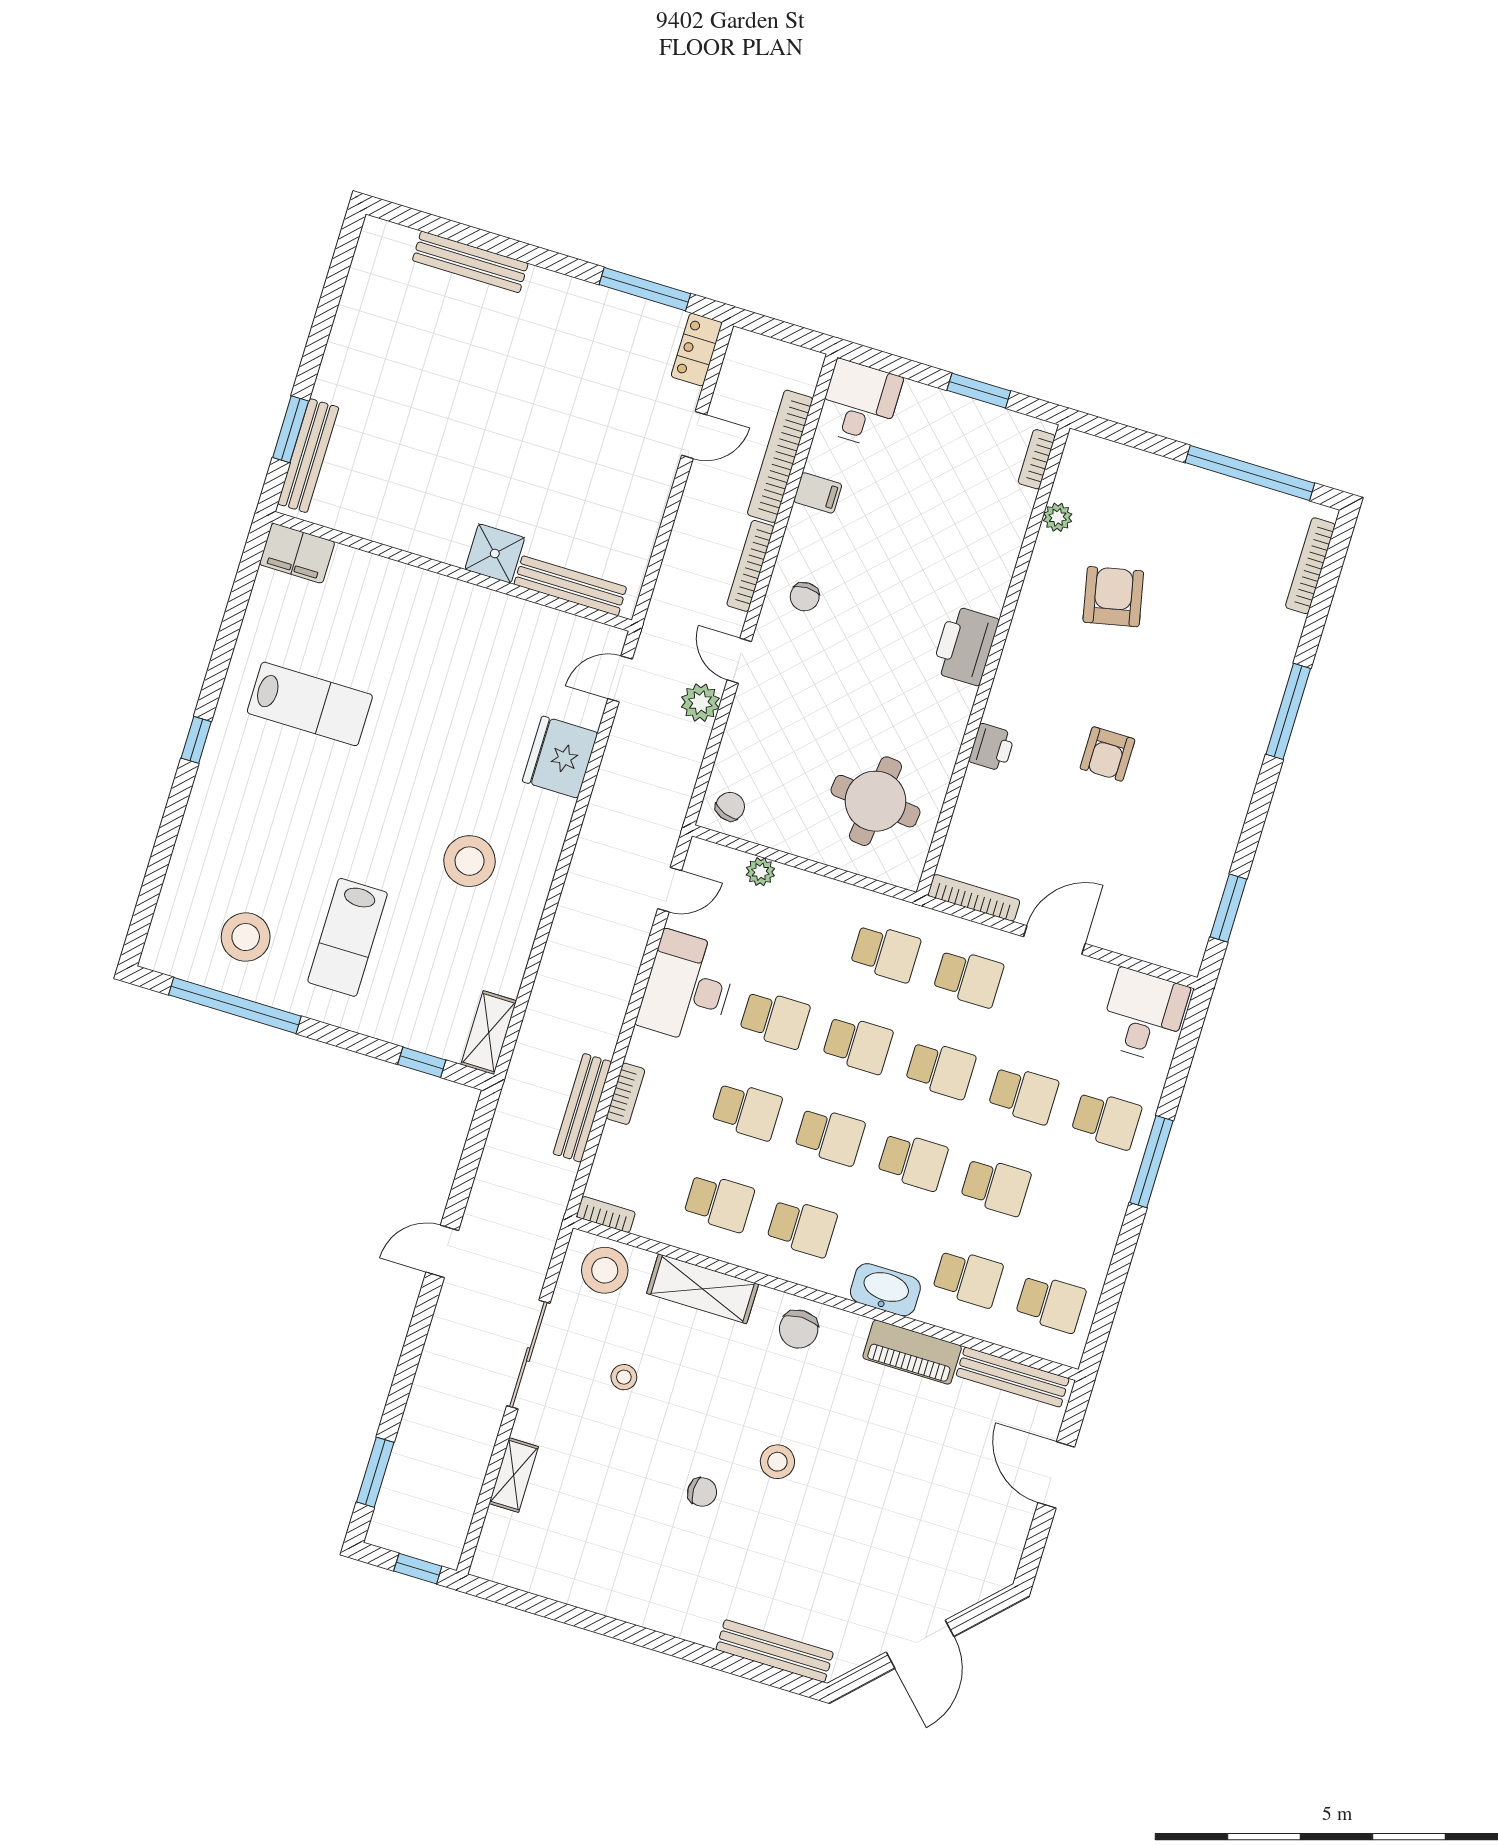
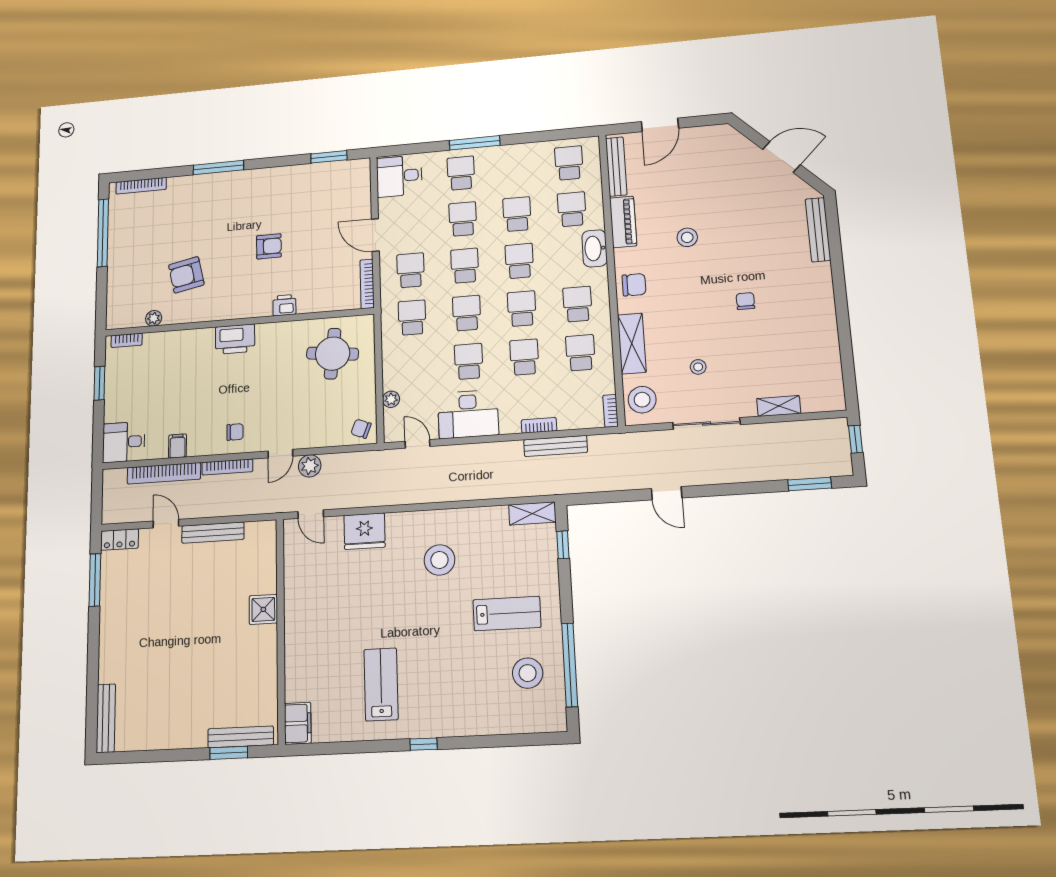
bench: (470, 262) -> (106, 718), moved
bench: (570, 586) -> (213, 533), moved, turned 90
stool: (777, 1462) -> (687, 237), moved

